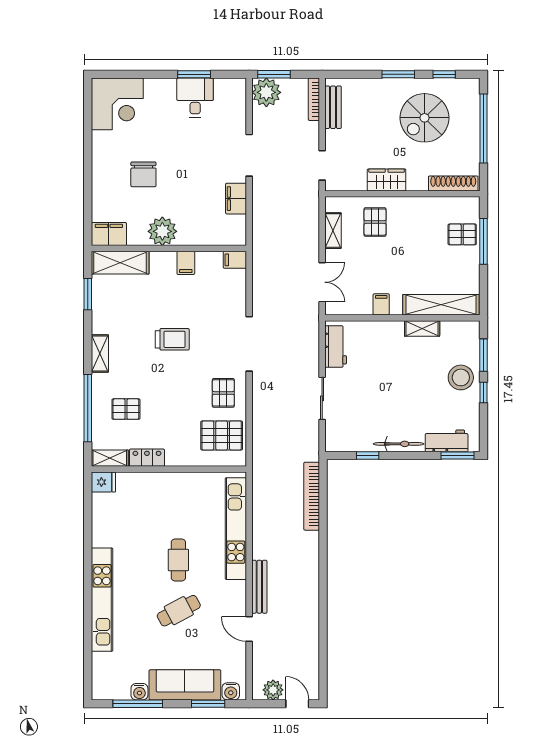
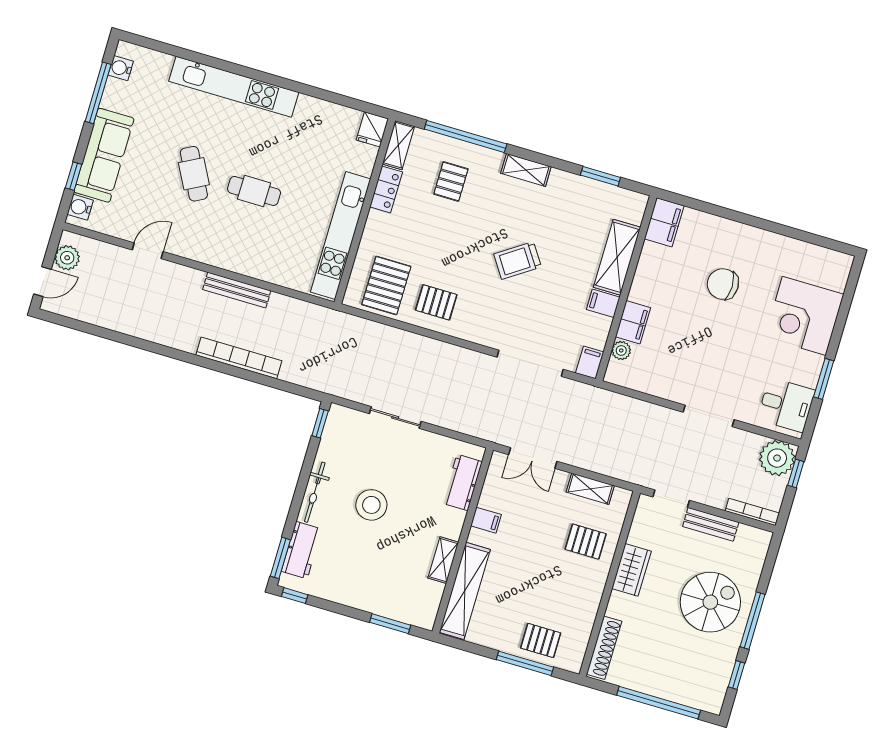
window: (274, 74) -> (796, 473), width x0.67
window: (398, 74) -> (753, 621), width x1.44
desk: (195, 97) -> (786, 405), moved
corner desk: (117, 104) -> (804, 316), moved
bench: (333, 107) -> (711, 524), moved
spiral stairs: (424, 118) -> (710, 602), moved, turned 90
filing cabinet: (236, 199) -> (633, 322), moved, turned 90
plant: (162, 231) -> (621, 350), moved, width x0.53, depth x0.53
pallet: (462, 234) -> (541, 640), turned 90
shelving: (120, 263) -> (617, 257), moved
trolley: (172, 339) -> (517, 261), turned 56
doorway: (249, 344) -> (530, 363), moved
workbench: (336, 347) -> (462, 482), moved, turned 90
stool: (461, 377) -> (371, 505), moved
window: (484, 392) -> (295, 596), moved
window: (368, 456) -> (320, 423), moved
bookcase: (312, 496) -> (239, 358), moved
kitchen unit: (236, 529) -> (341, 235), moved, turned -90
bench: (259, 587) -> (237, 290), moved
water cooler: (139, 692) -> (121, 68), moved
window: (208, 704) -> (74, 176), width x0.67

